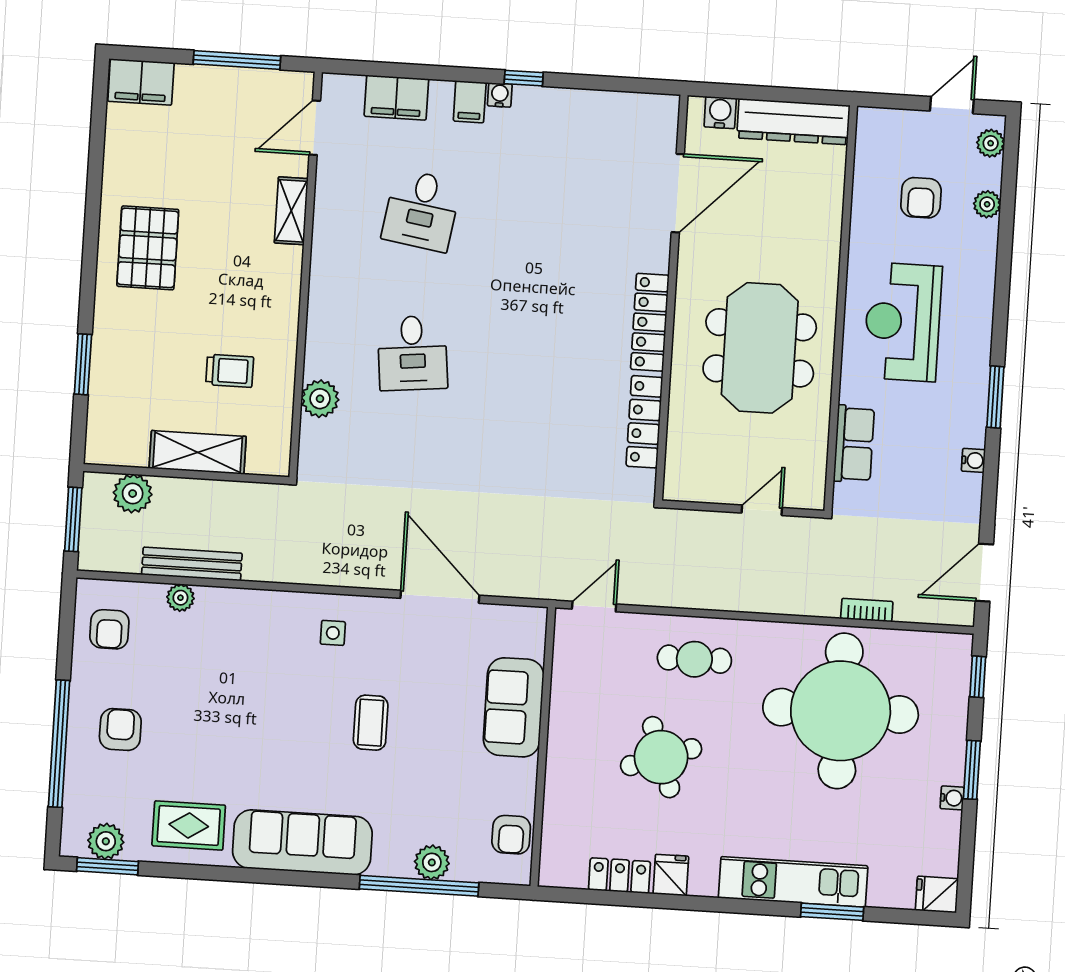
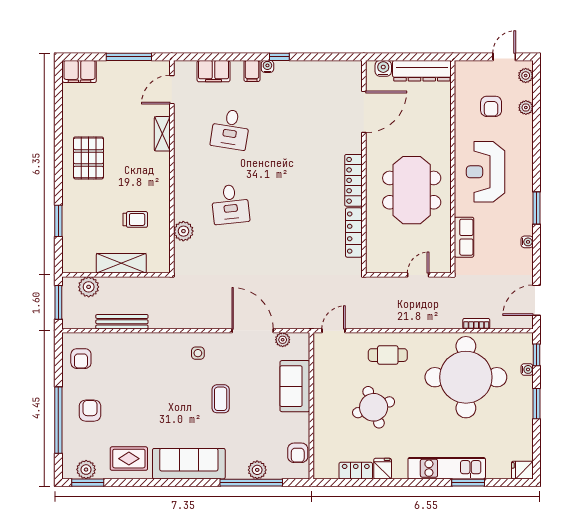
plant: (180, 598) -> (283, 340), moved
water cooler: (952, 798) -> (527, 369), moved

